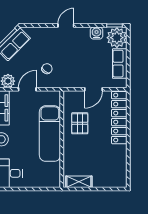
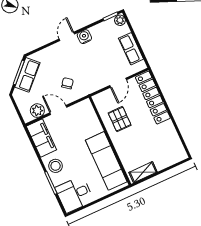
water cooler: (96, 33) -> (84, 37), moved
plant: (117, 38) -> (120, 20), width x0.53, depth x0.53
door: (27, 89) -> (58, 110), hinge flipped
exam couch: (50, 134) -> (106, 161), moved

